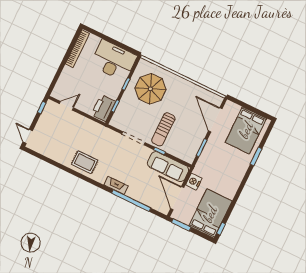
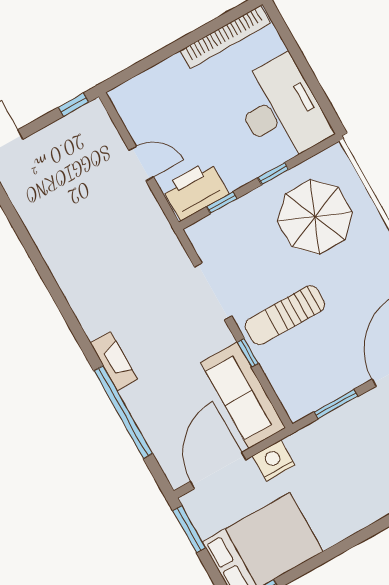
door: (66, 106) -> (141, 164), moved
rug: (85, 162) -> (84, 272), removed

